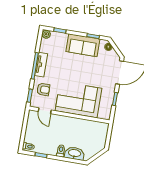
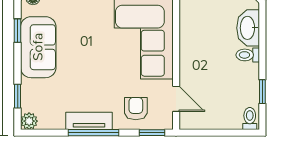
door: (45, 111) -> (176, 99), hinge flipped

